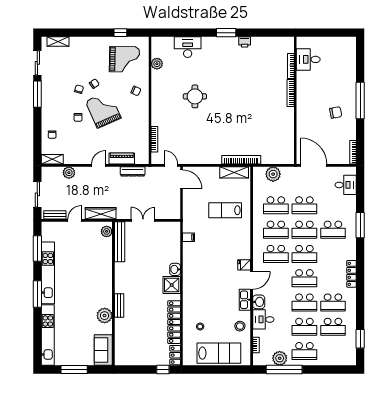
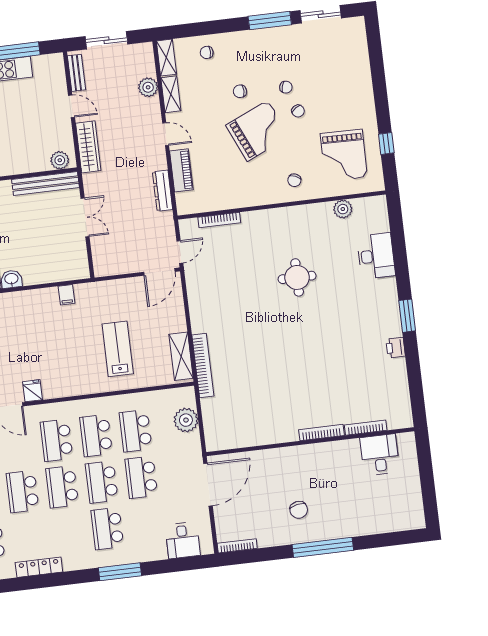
shelving: (58, 42) -> (171, 94), moved

